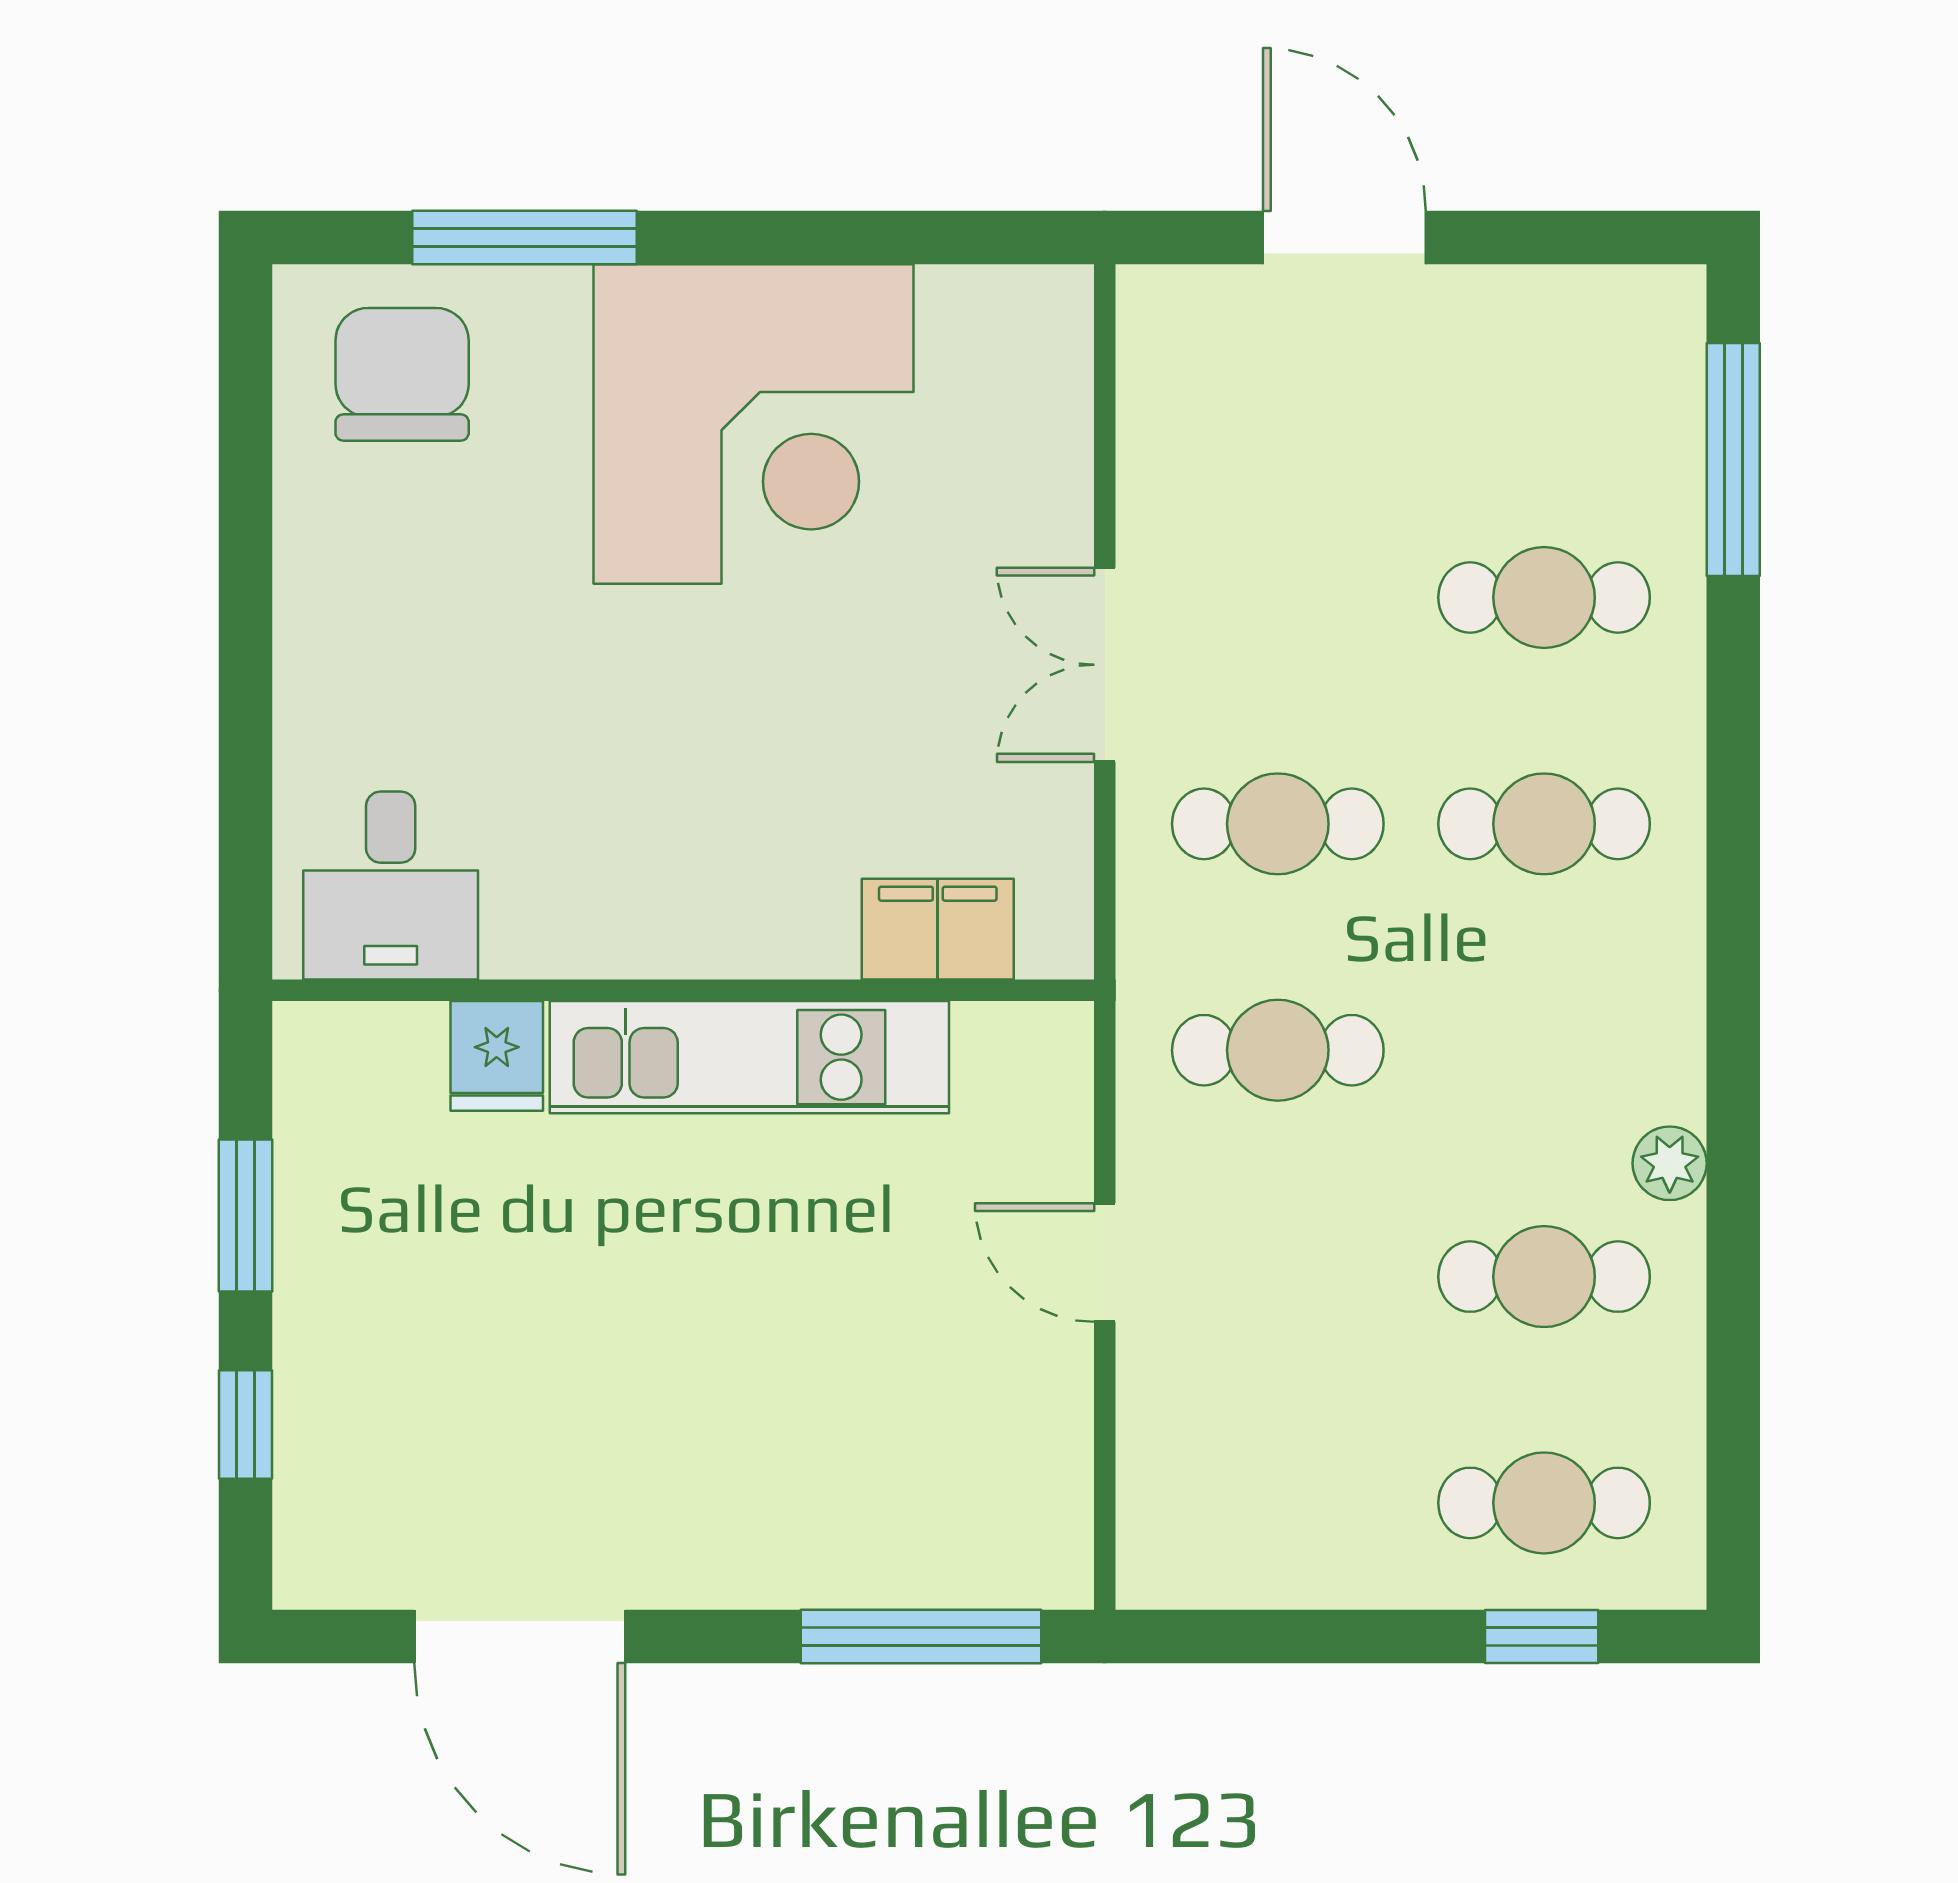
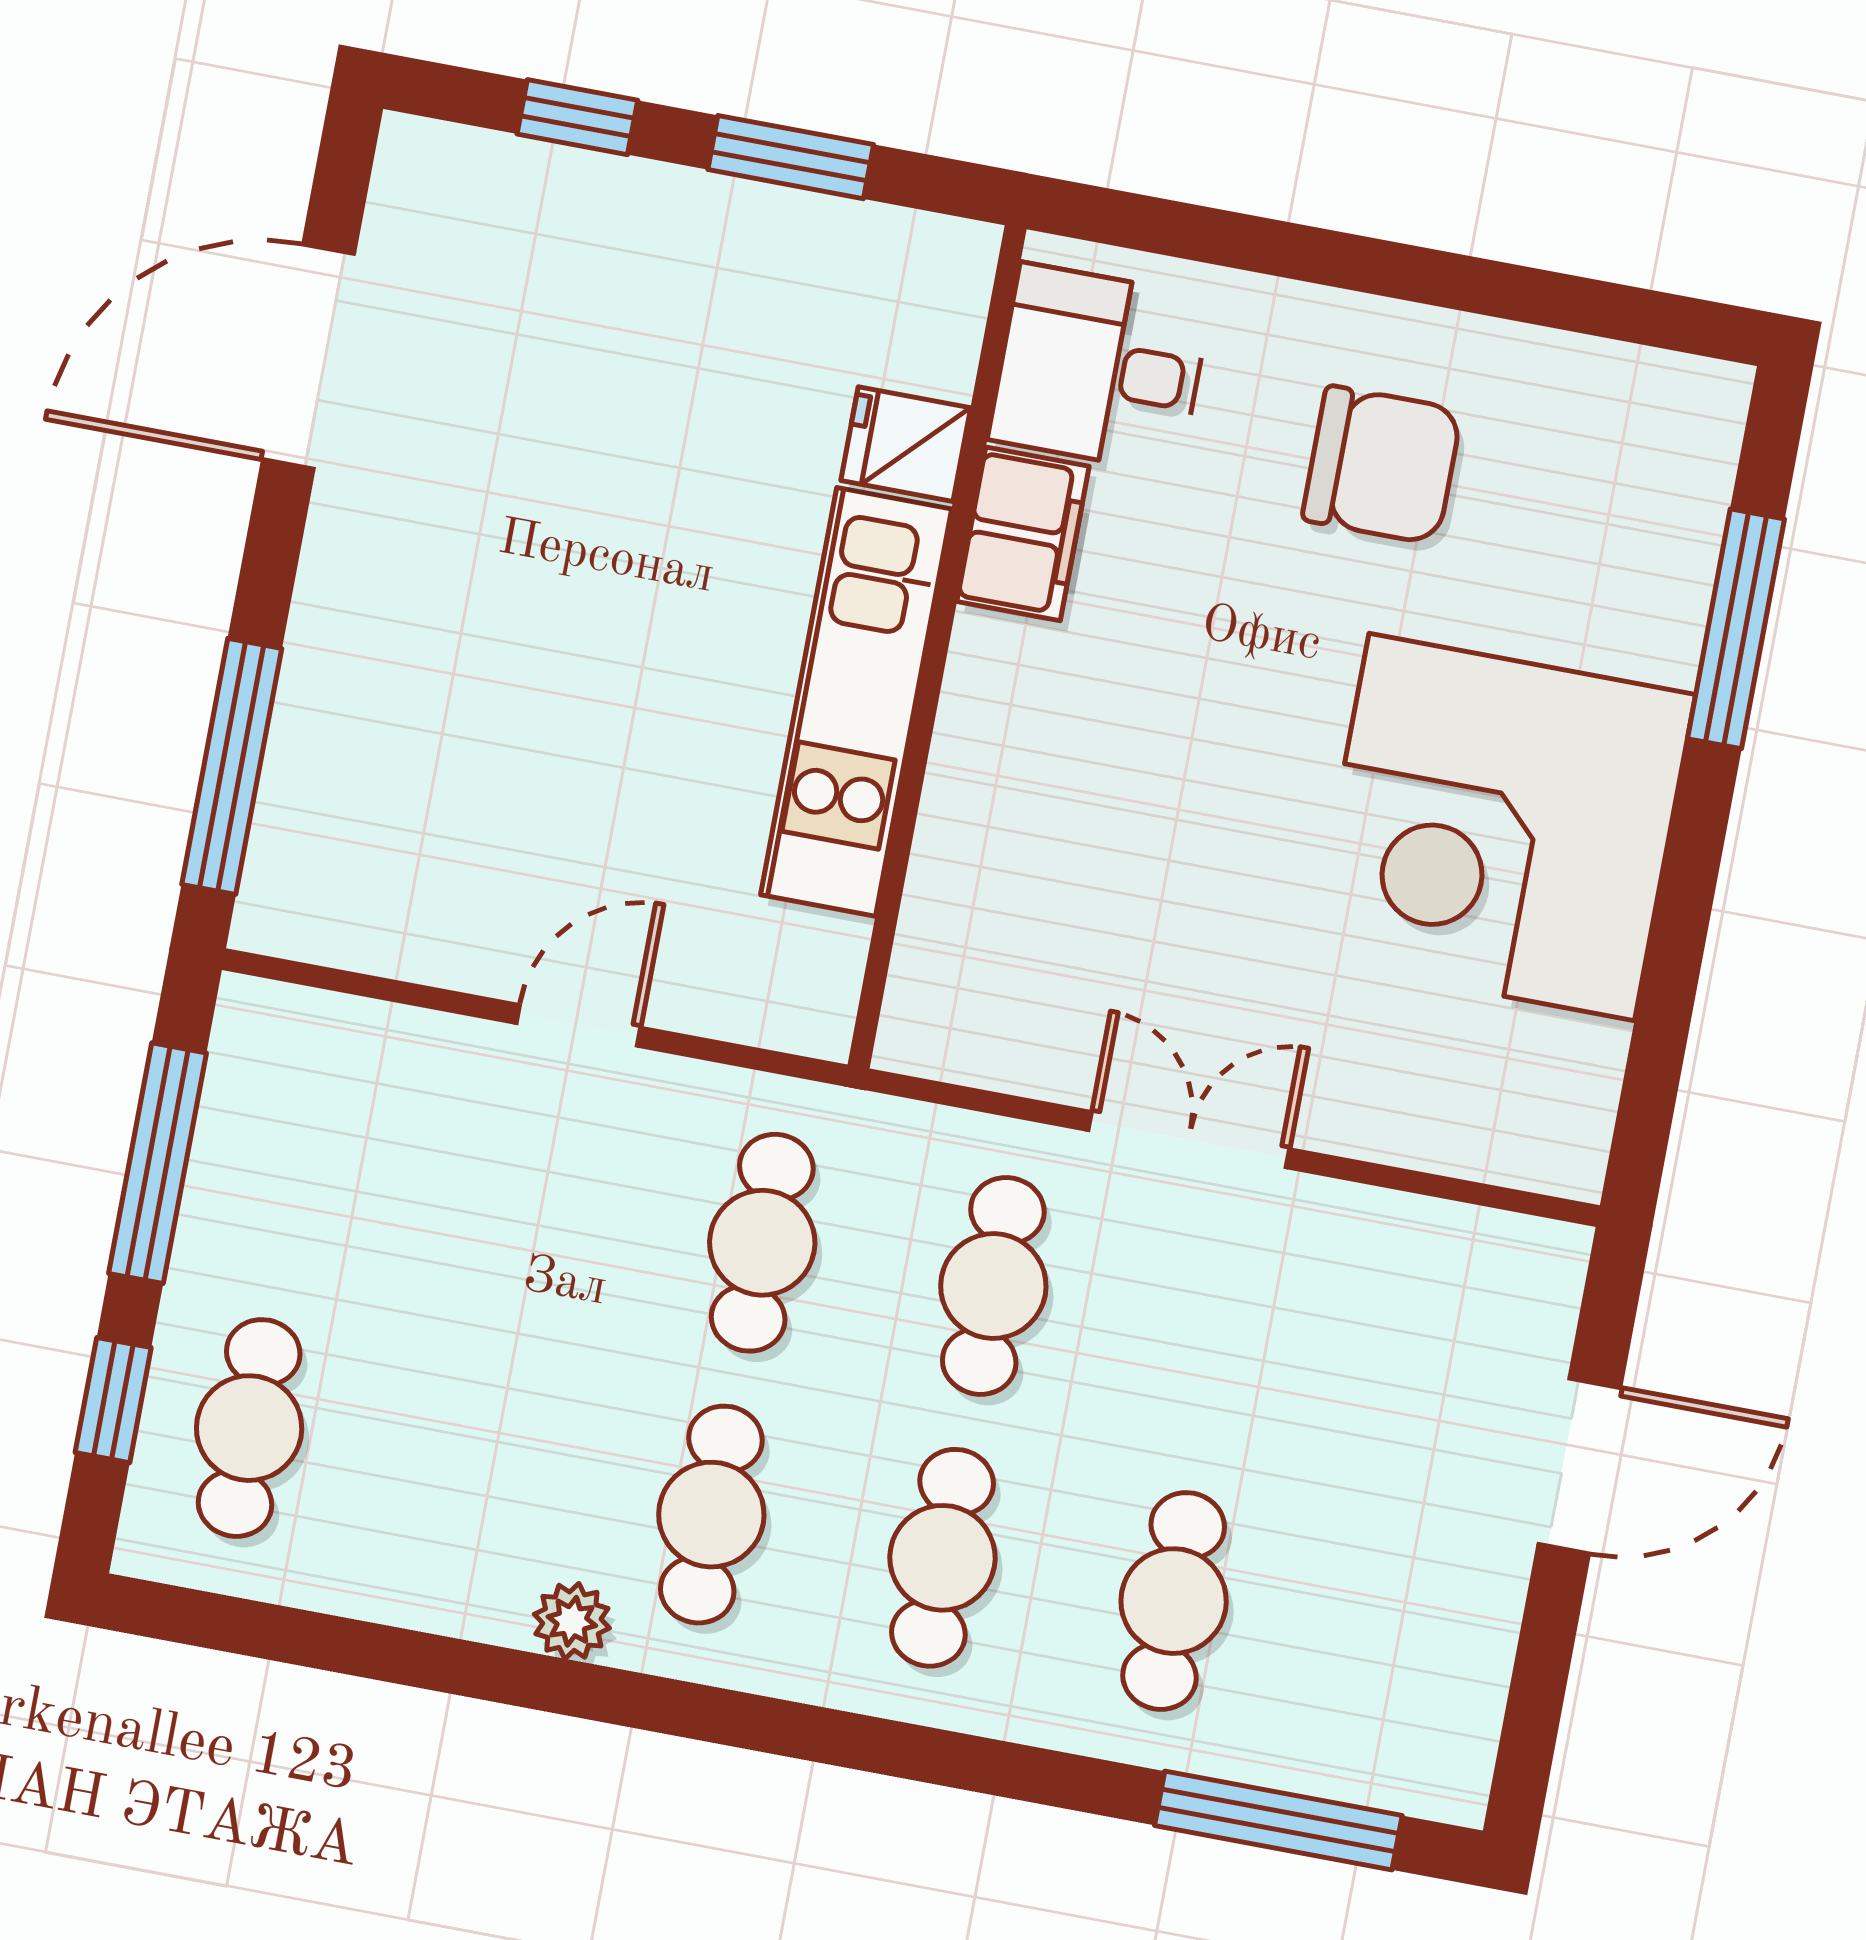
chair: (402, 374) -> (1382, 465), moved
filing cabinet: (938, 929) -> (1023, 534), moved
cafe table: (1544, 1277) -> (711, 1515), moved
window: (1310, 1636) -> (158, 1163), added

